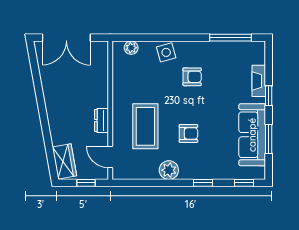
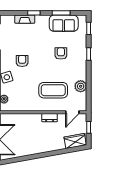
armchair: (188, 133) -> (61, 53), moved
sofa: (252, 135) -> (64, 23), width x0.73
plant: (169, 170) -> (81, 86), moved

